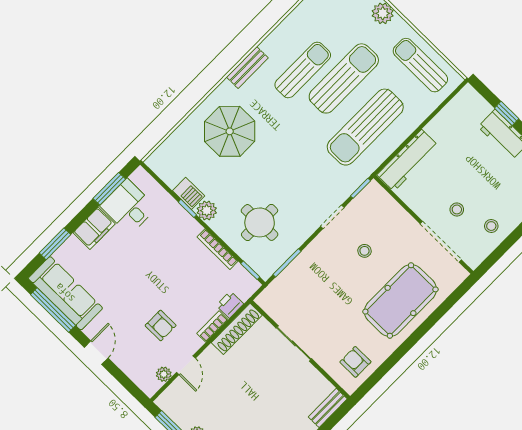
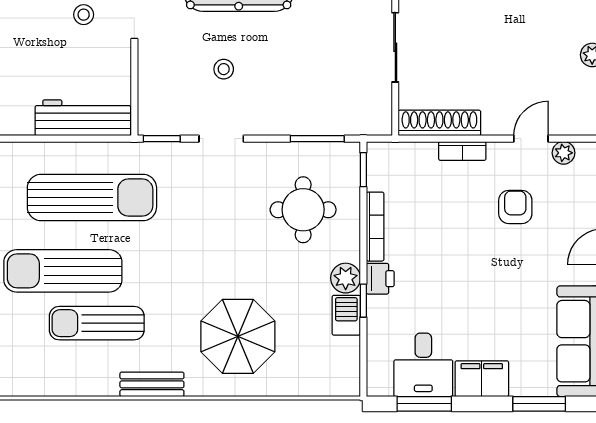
printer: (230, 305) -> (380, 279), moved, turned -90

